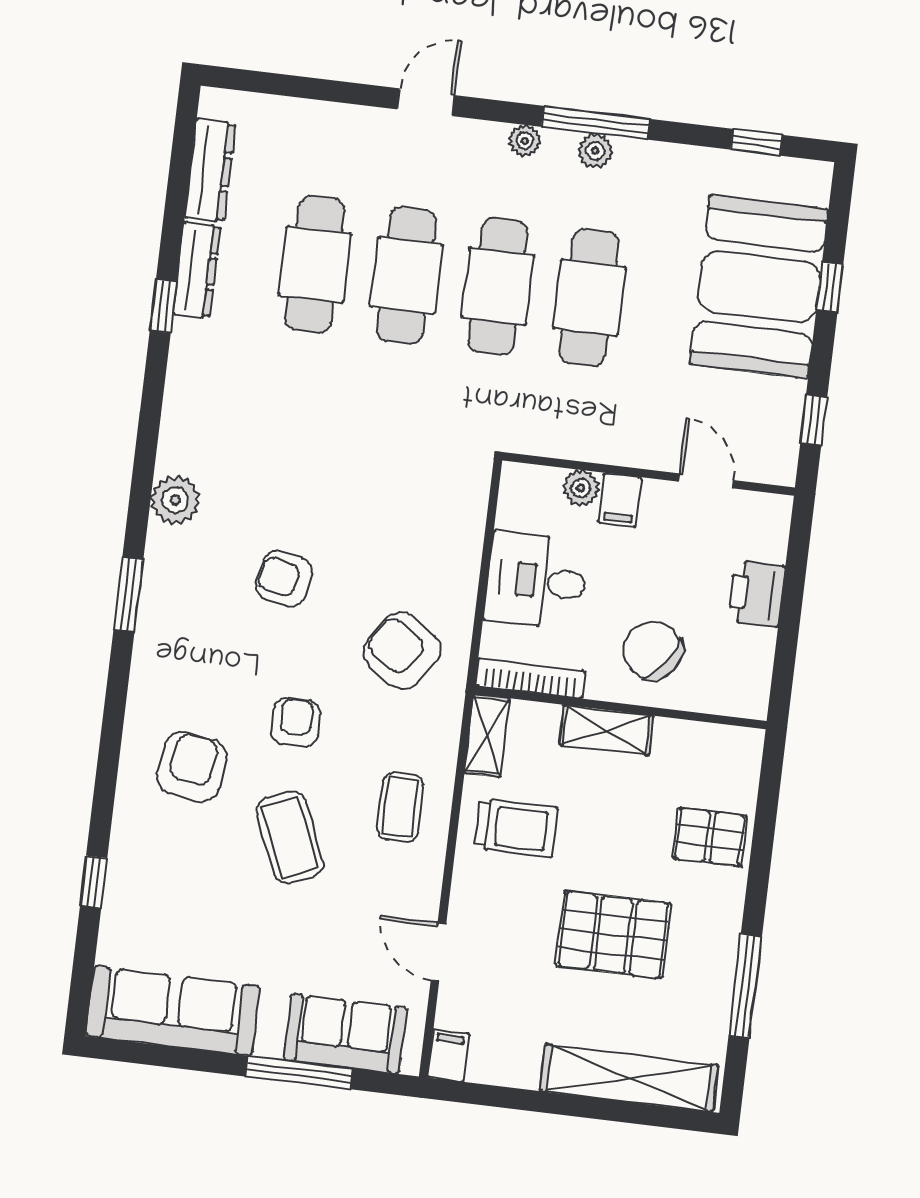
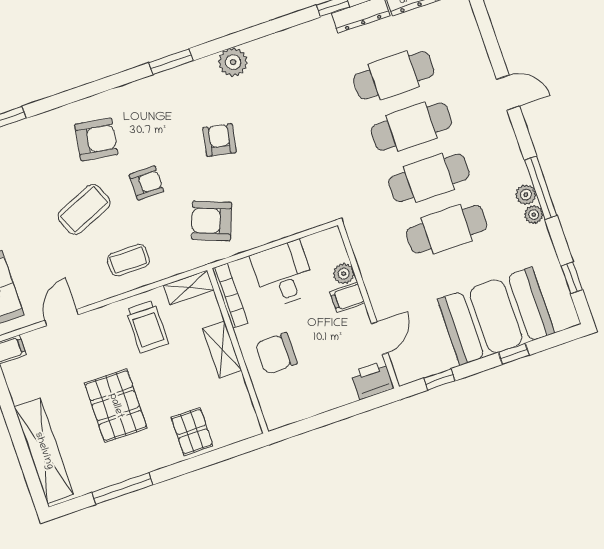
plant: (525, 141) -> (534, 215), moved
printer: (756, 594) -> (372, 380), moved
chair: (653, 650) -> (276, 353), turned -126
armchair: (402, 651) -> (212, 221), turned -104

